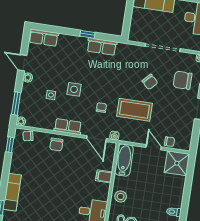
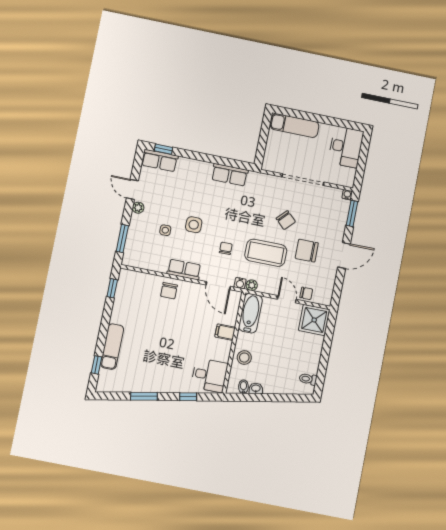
window: (87, 34) -> (163, 149), moved
chair: (183, 80) -> (307, 251), moved
plant: (21, 121) -> (252, 285), moved
chair: (28, 136) -> (135, 279), removed

